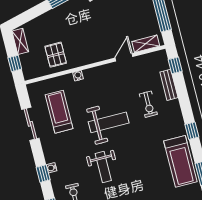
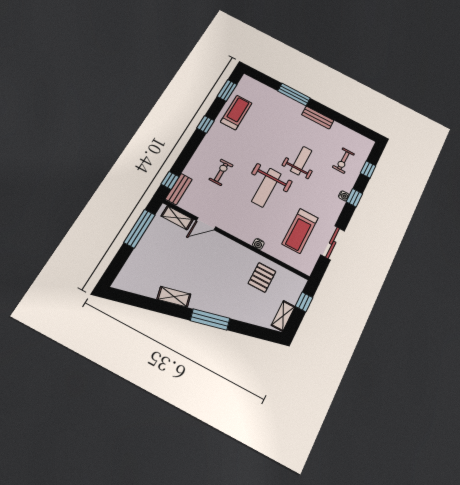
bench: (169, 85) -> (179, 189), moved
weight bench: (109, 122) -> (266, 188), turned -90
treadmill: (180, 161) -> (236, 112), width x0.73, depth x0.73

